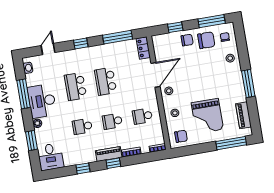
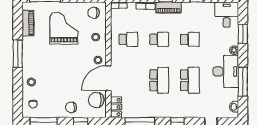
chair: (206, 40) -> (96, 100), moved

